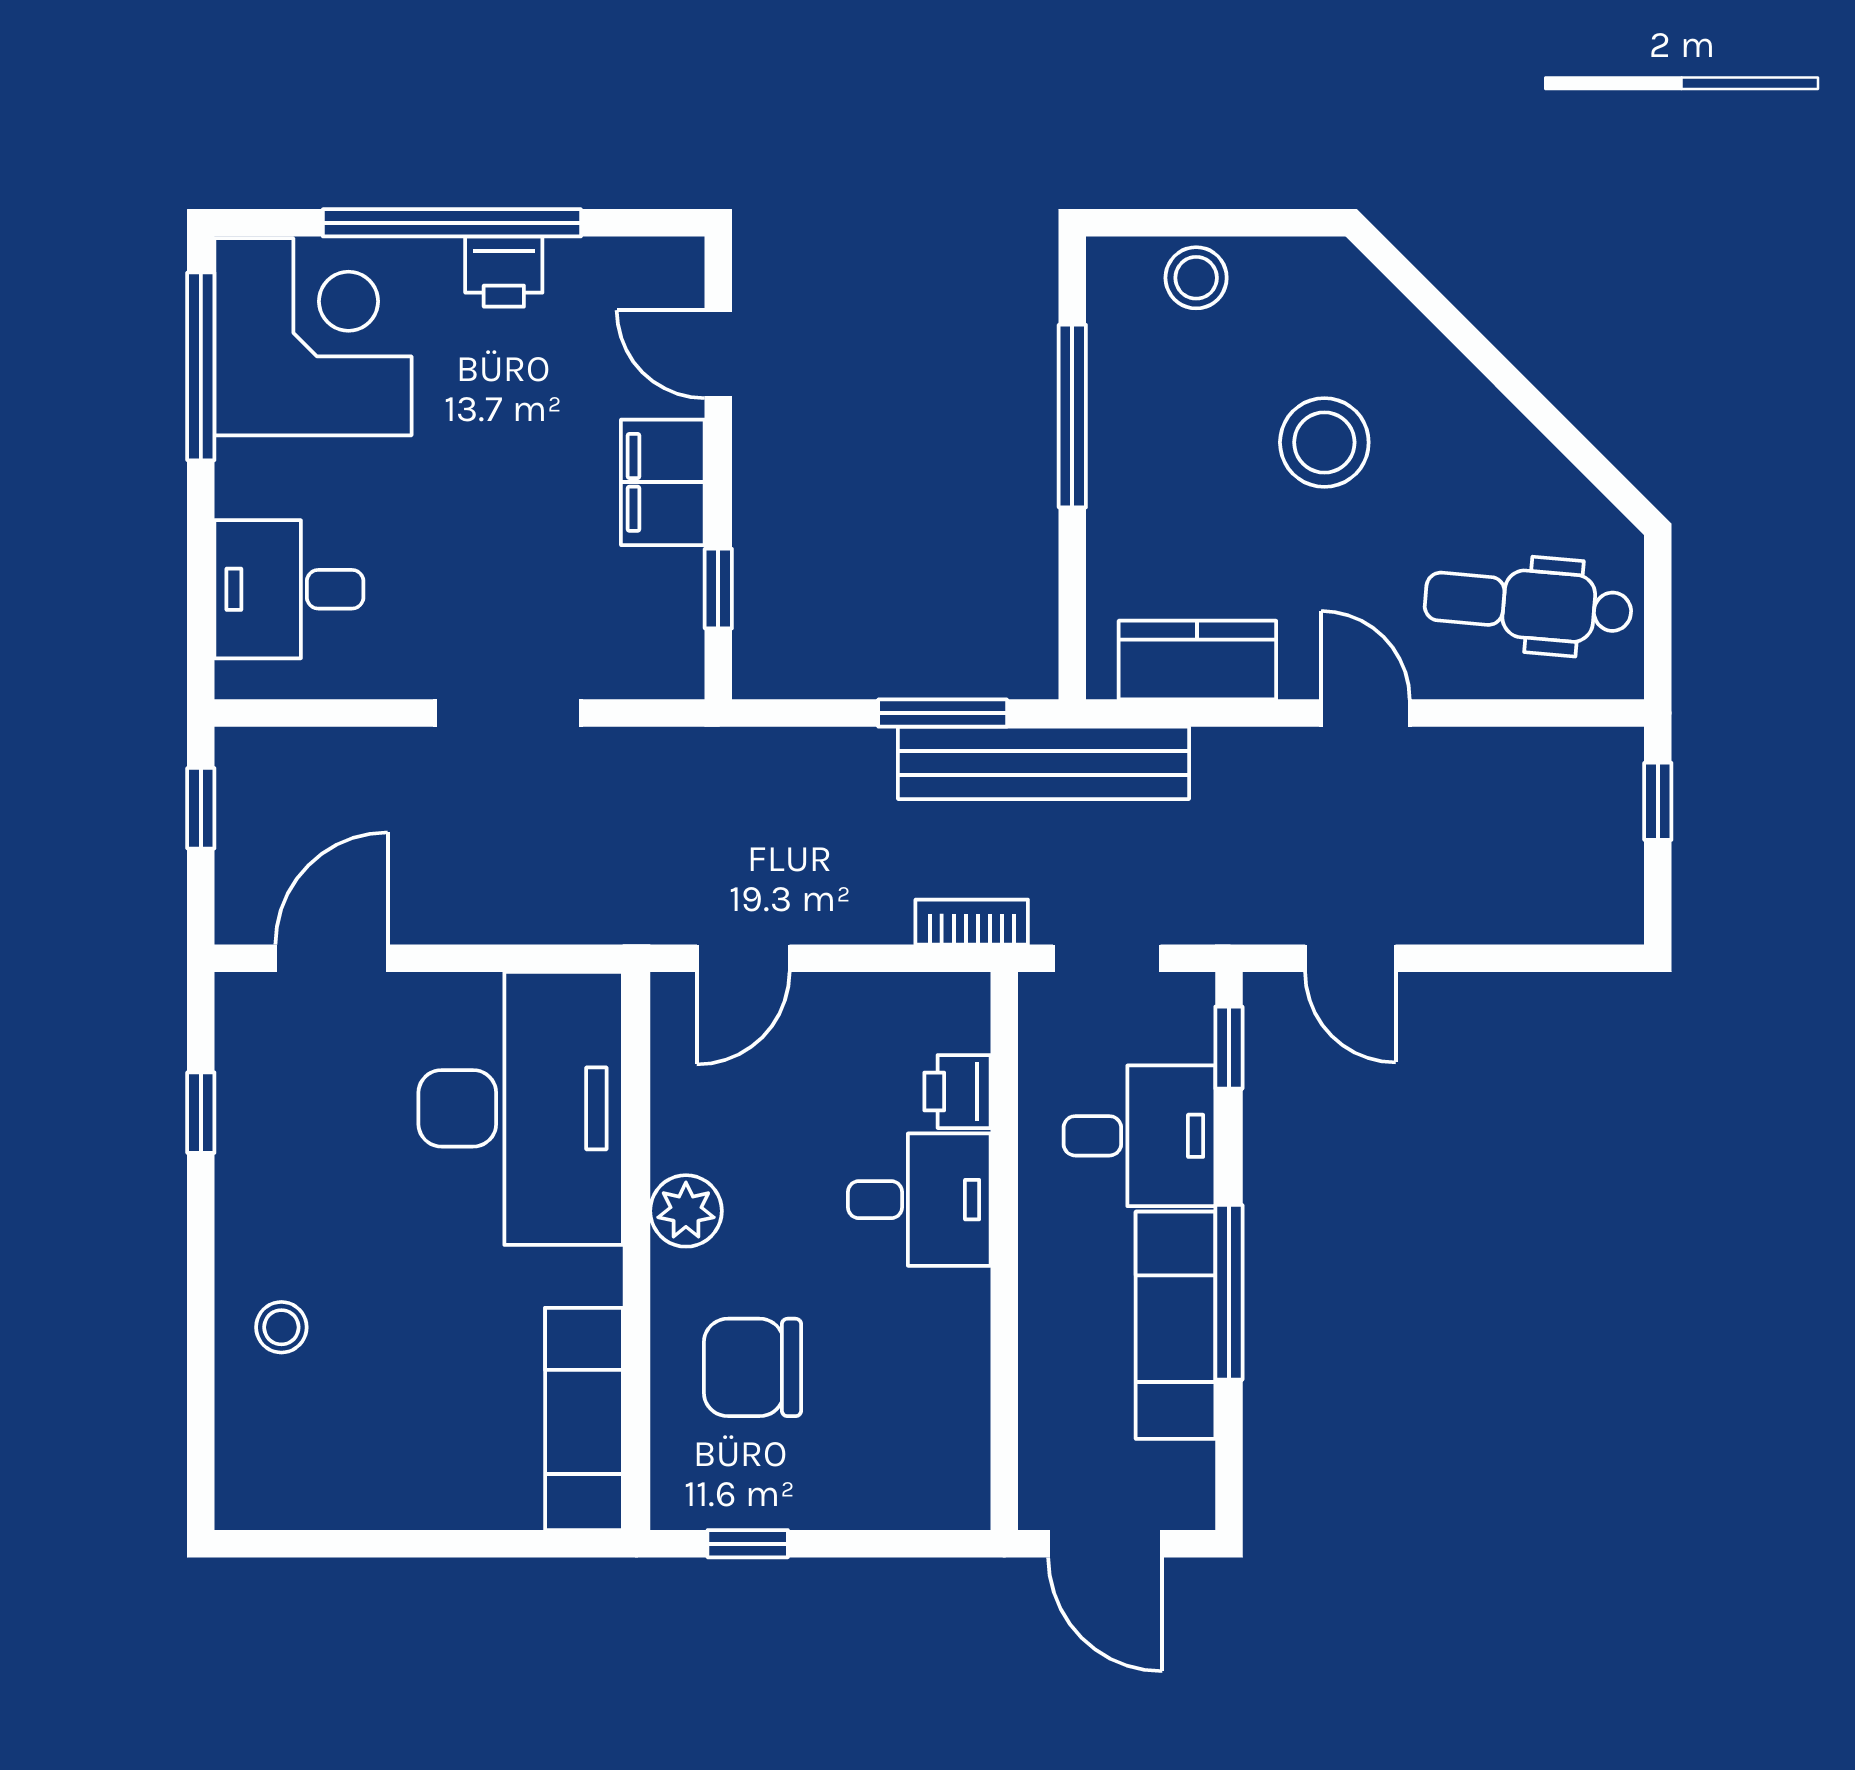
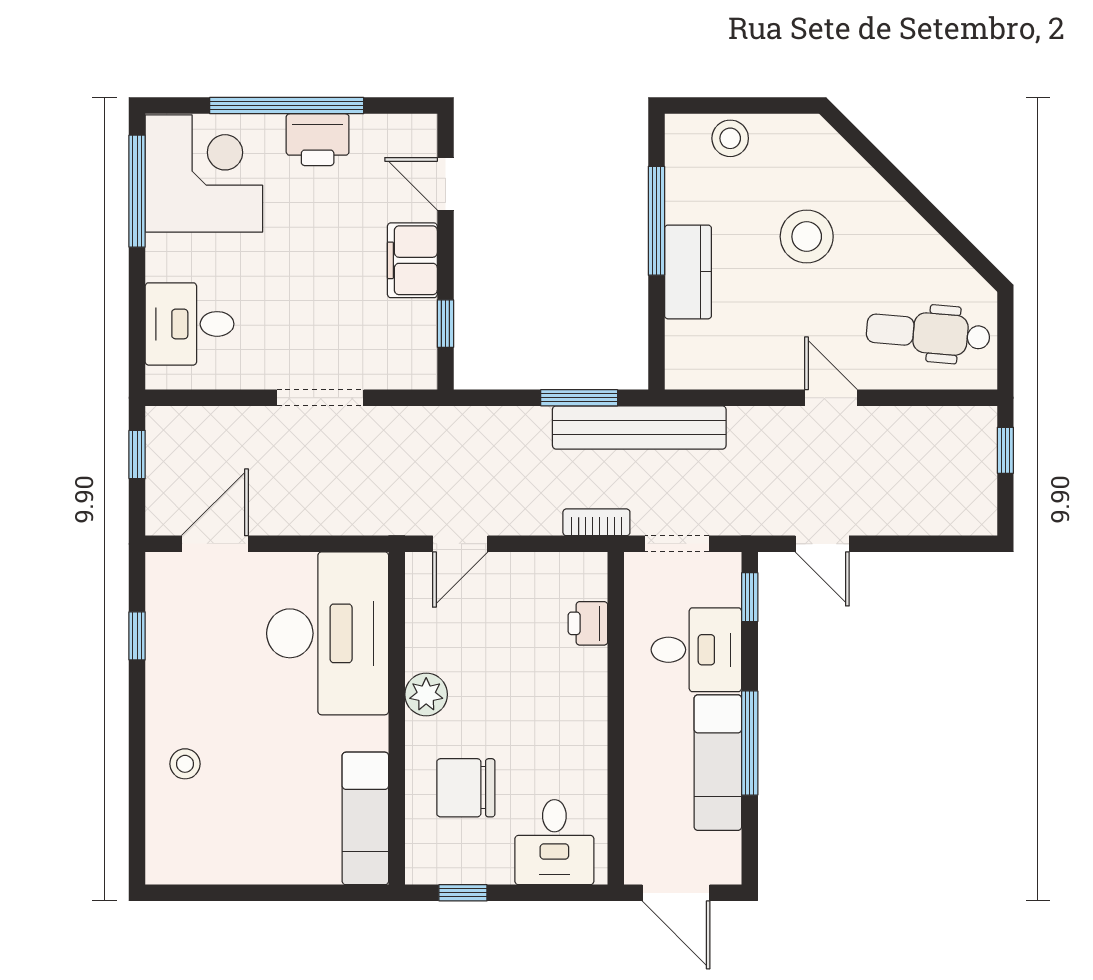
printer: (504, 272) -> (318, 140), width x1.36, depth x1.24
kitchen counter: (1197, 660) -> (688, 272), moved, turned 90
desk: (919, 1200) -> (554, 842), moved, turned 90

